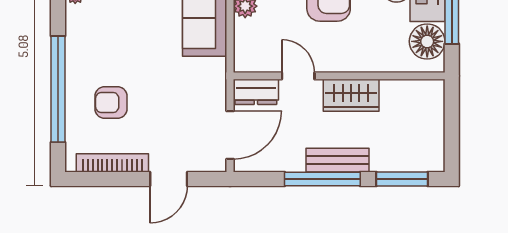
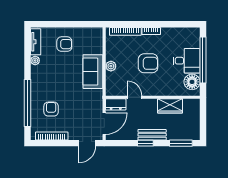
wardrobe: (351, 95) -> (170, 106), moved
armchair: (111, 102) -> (51, 109), turned 90
door: (169, 179) -> (87, 143), moved
window: (322, 179) -> (145, 143), width x0.46

